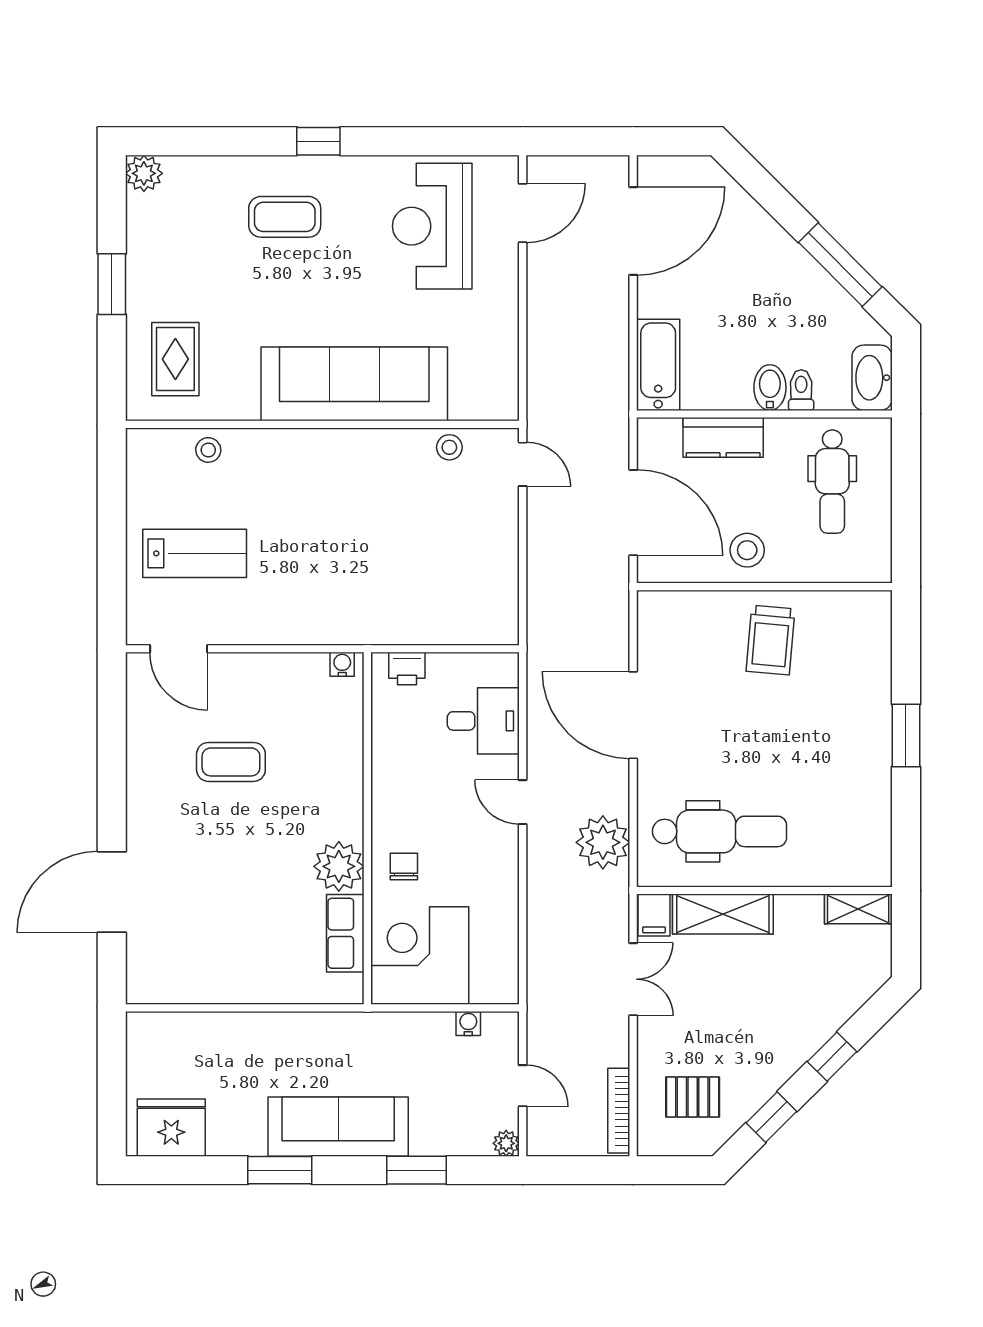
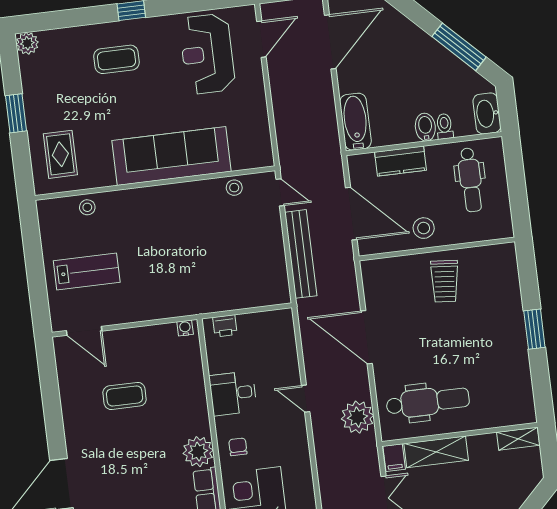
bench: (544, 568) -> (301, 254), added
desk: (483, 721) -> (233, 393), moved, turned 180

